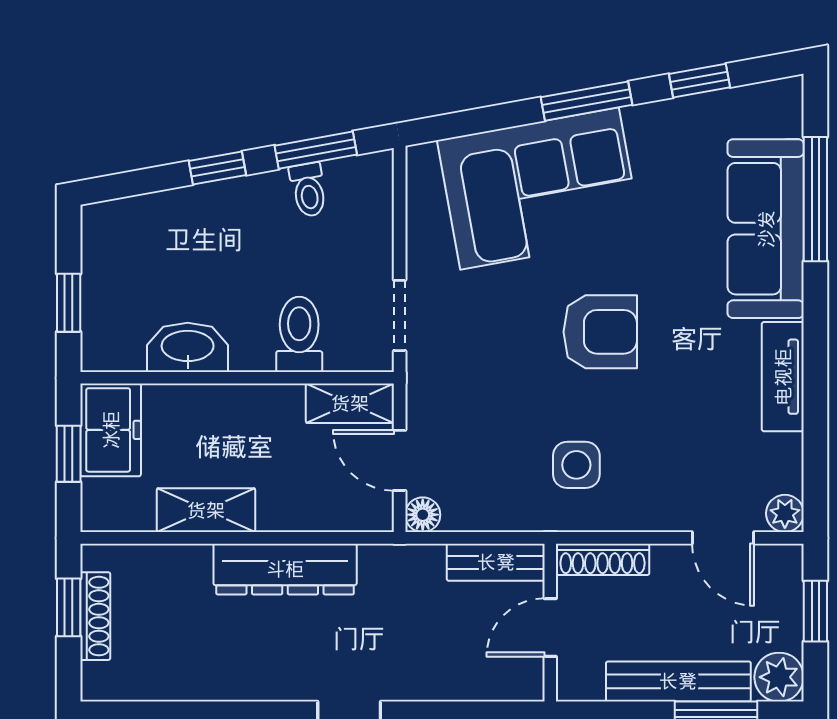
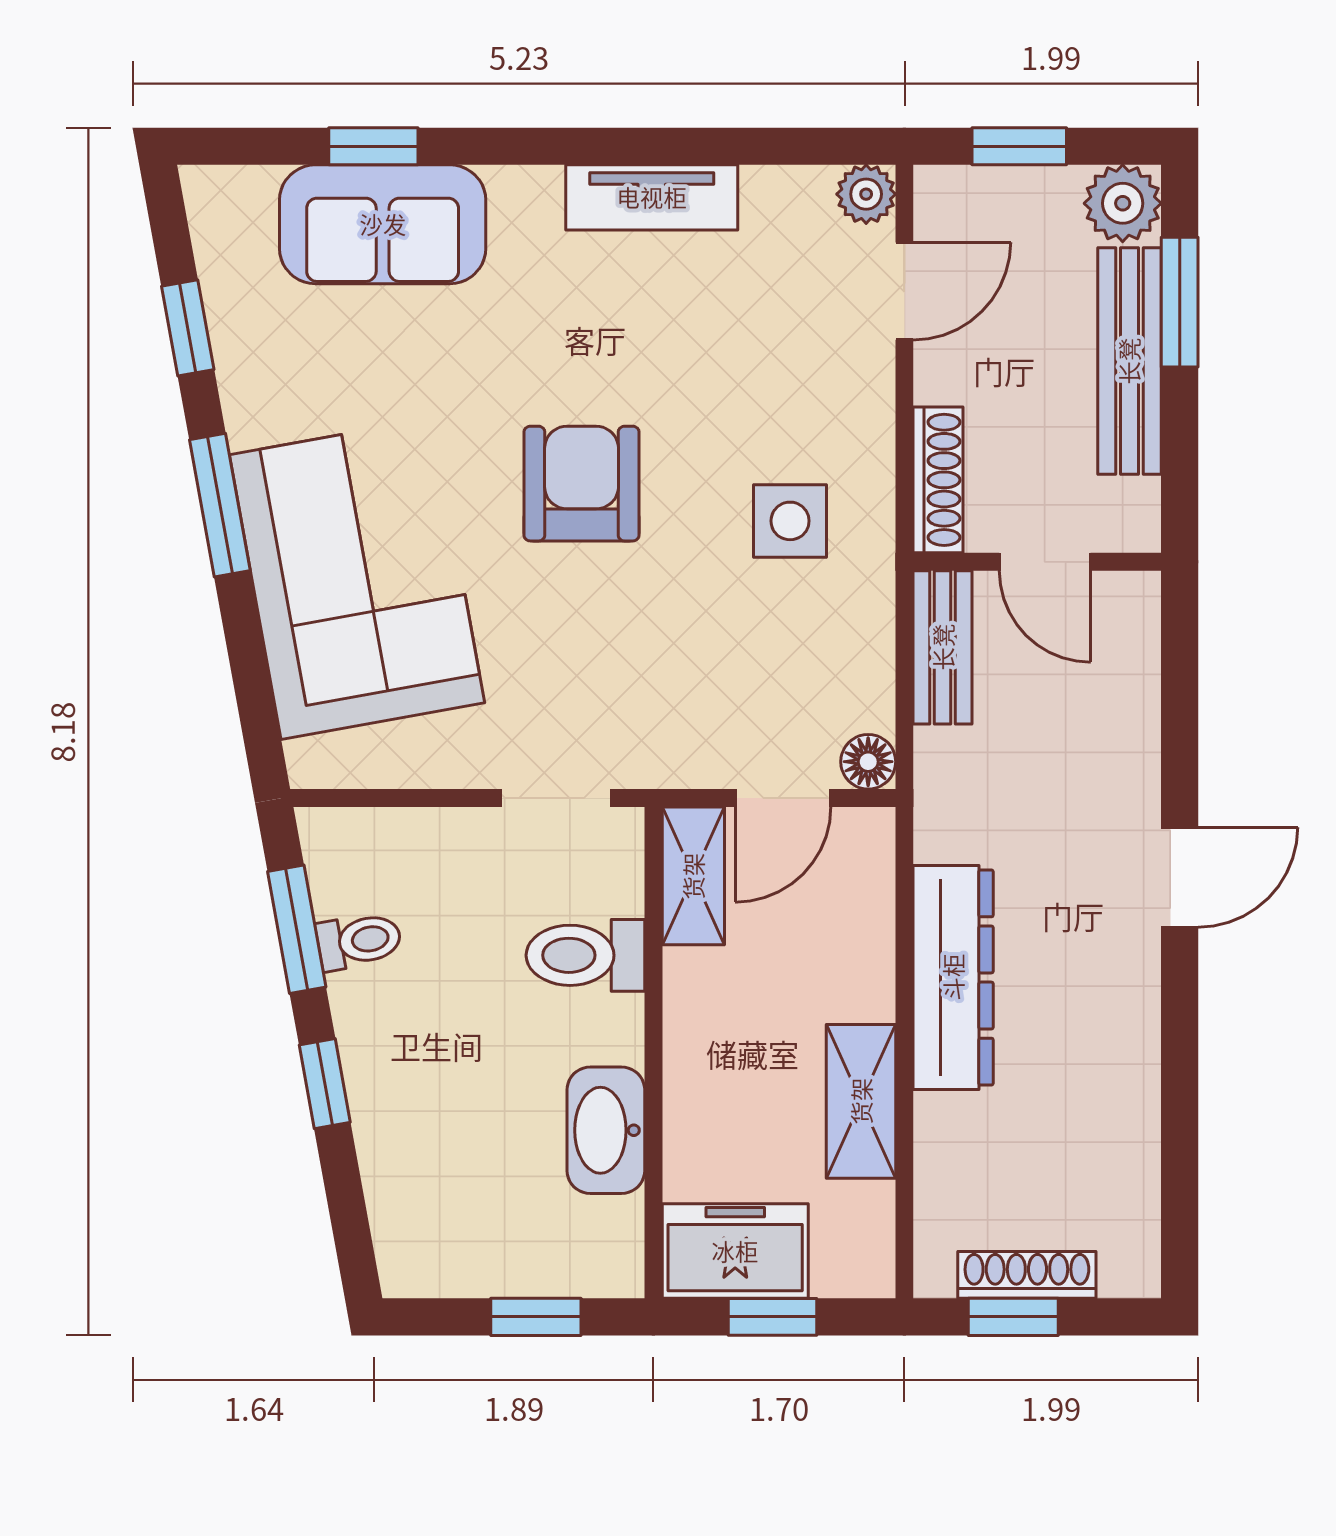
window: (815, 199) -> (373, 146), width x0.46
sofa: (766, 229) -> (383, 224), width x0.73

